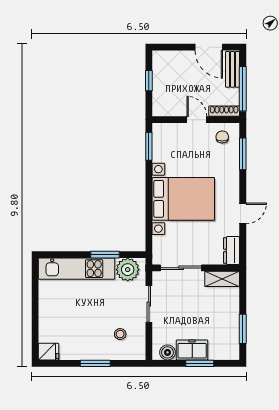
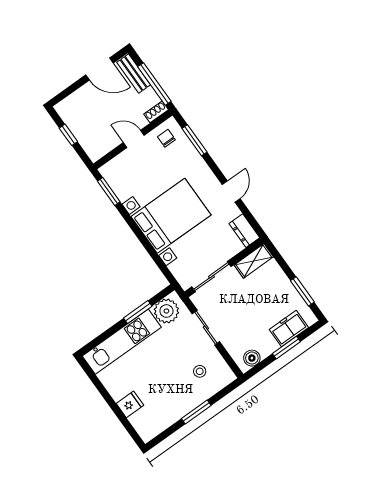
shoe rack: (224, 111) -> (156, 112), width x0.70
freezer: (192, 350) -> (289, 328), moved
fridge: (49, 352) -> (130, 404), moved

